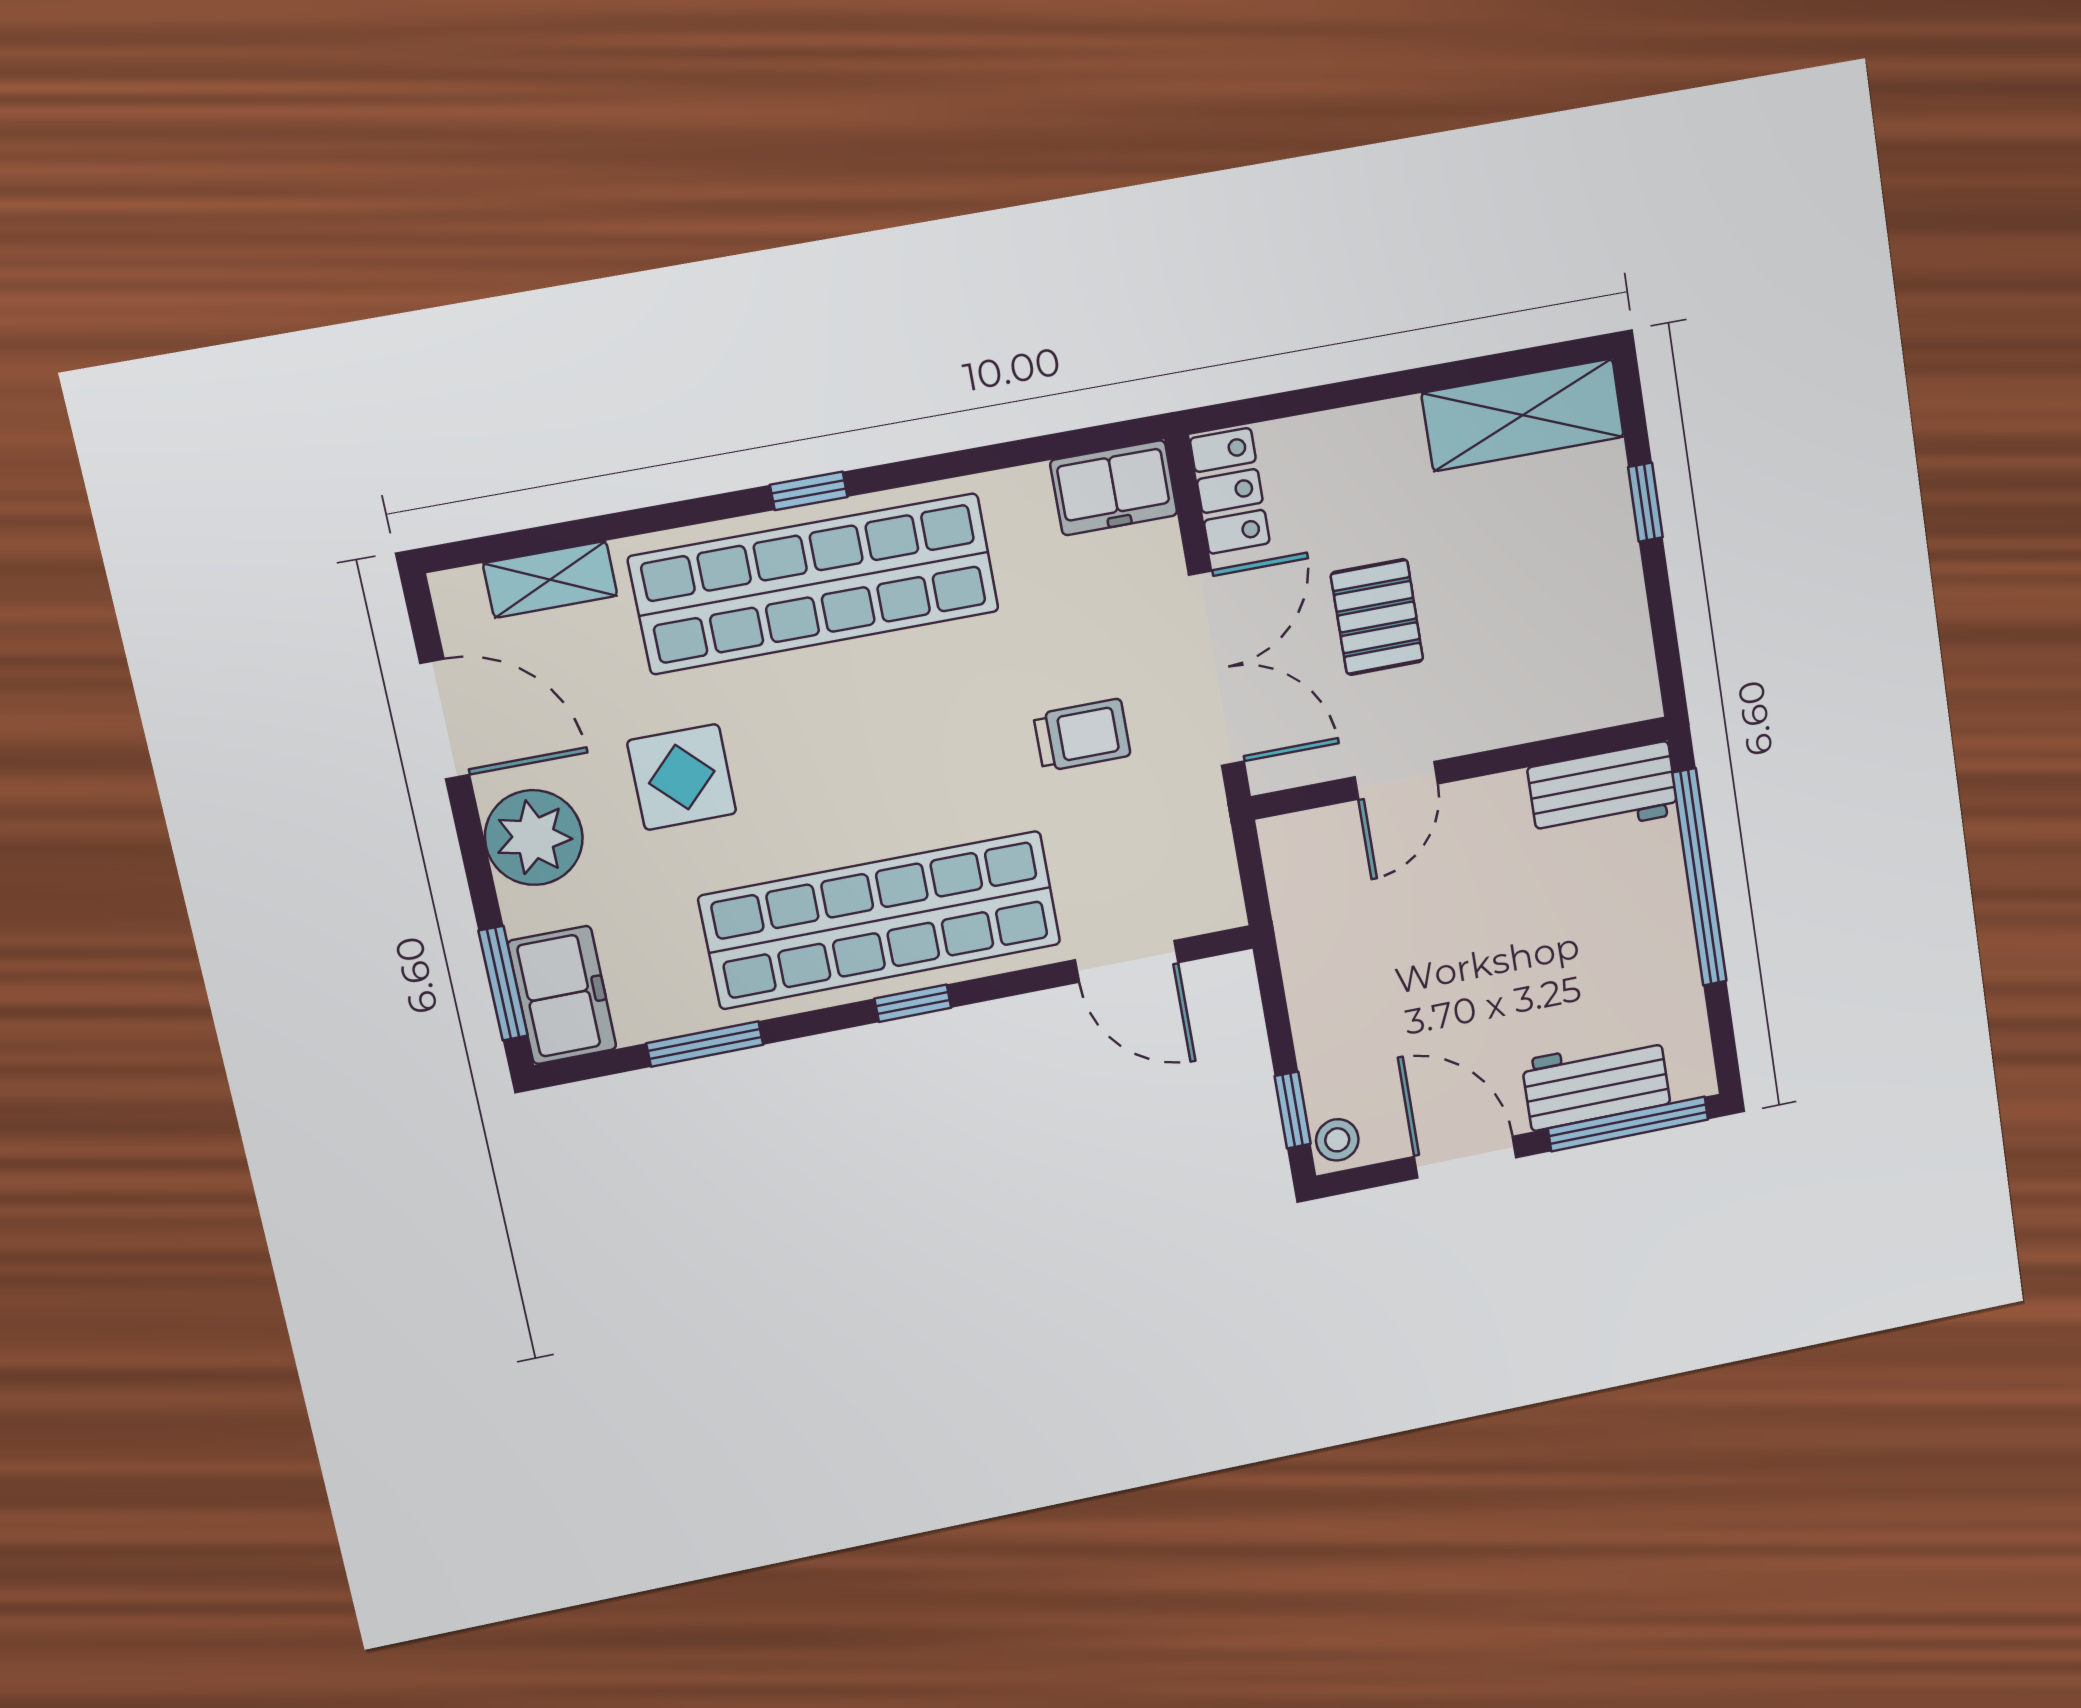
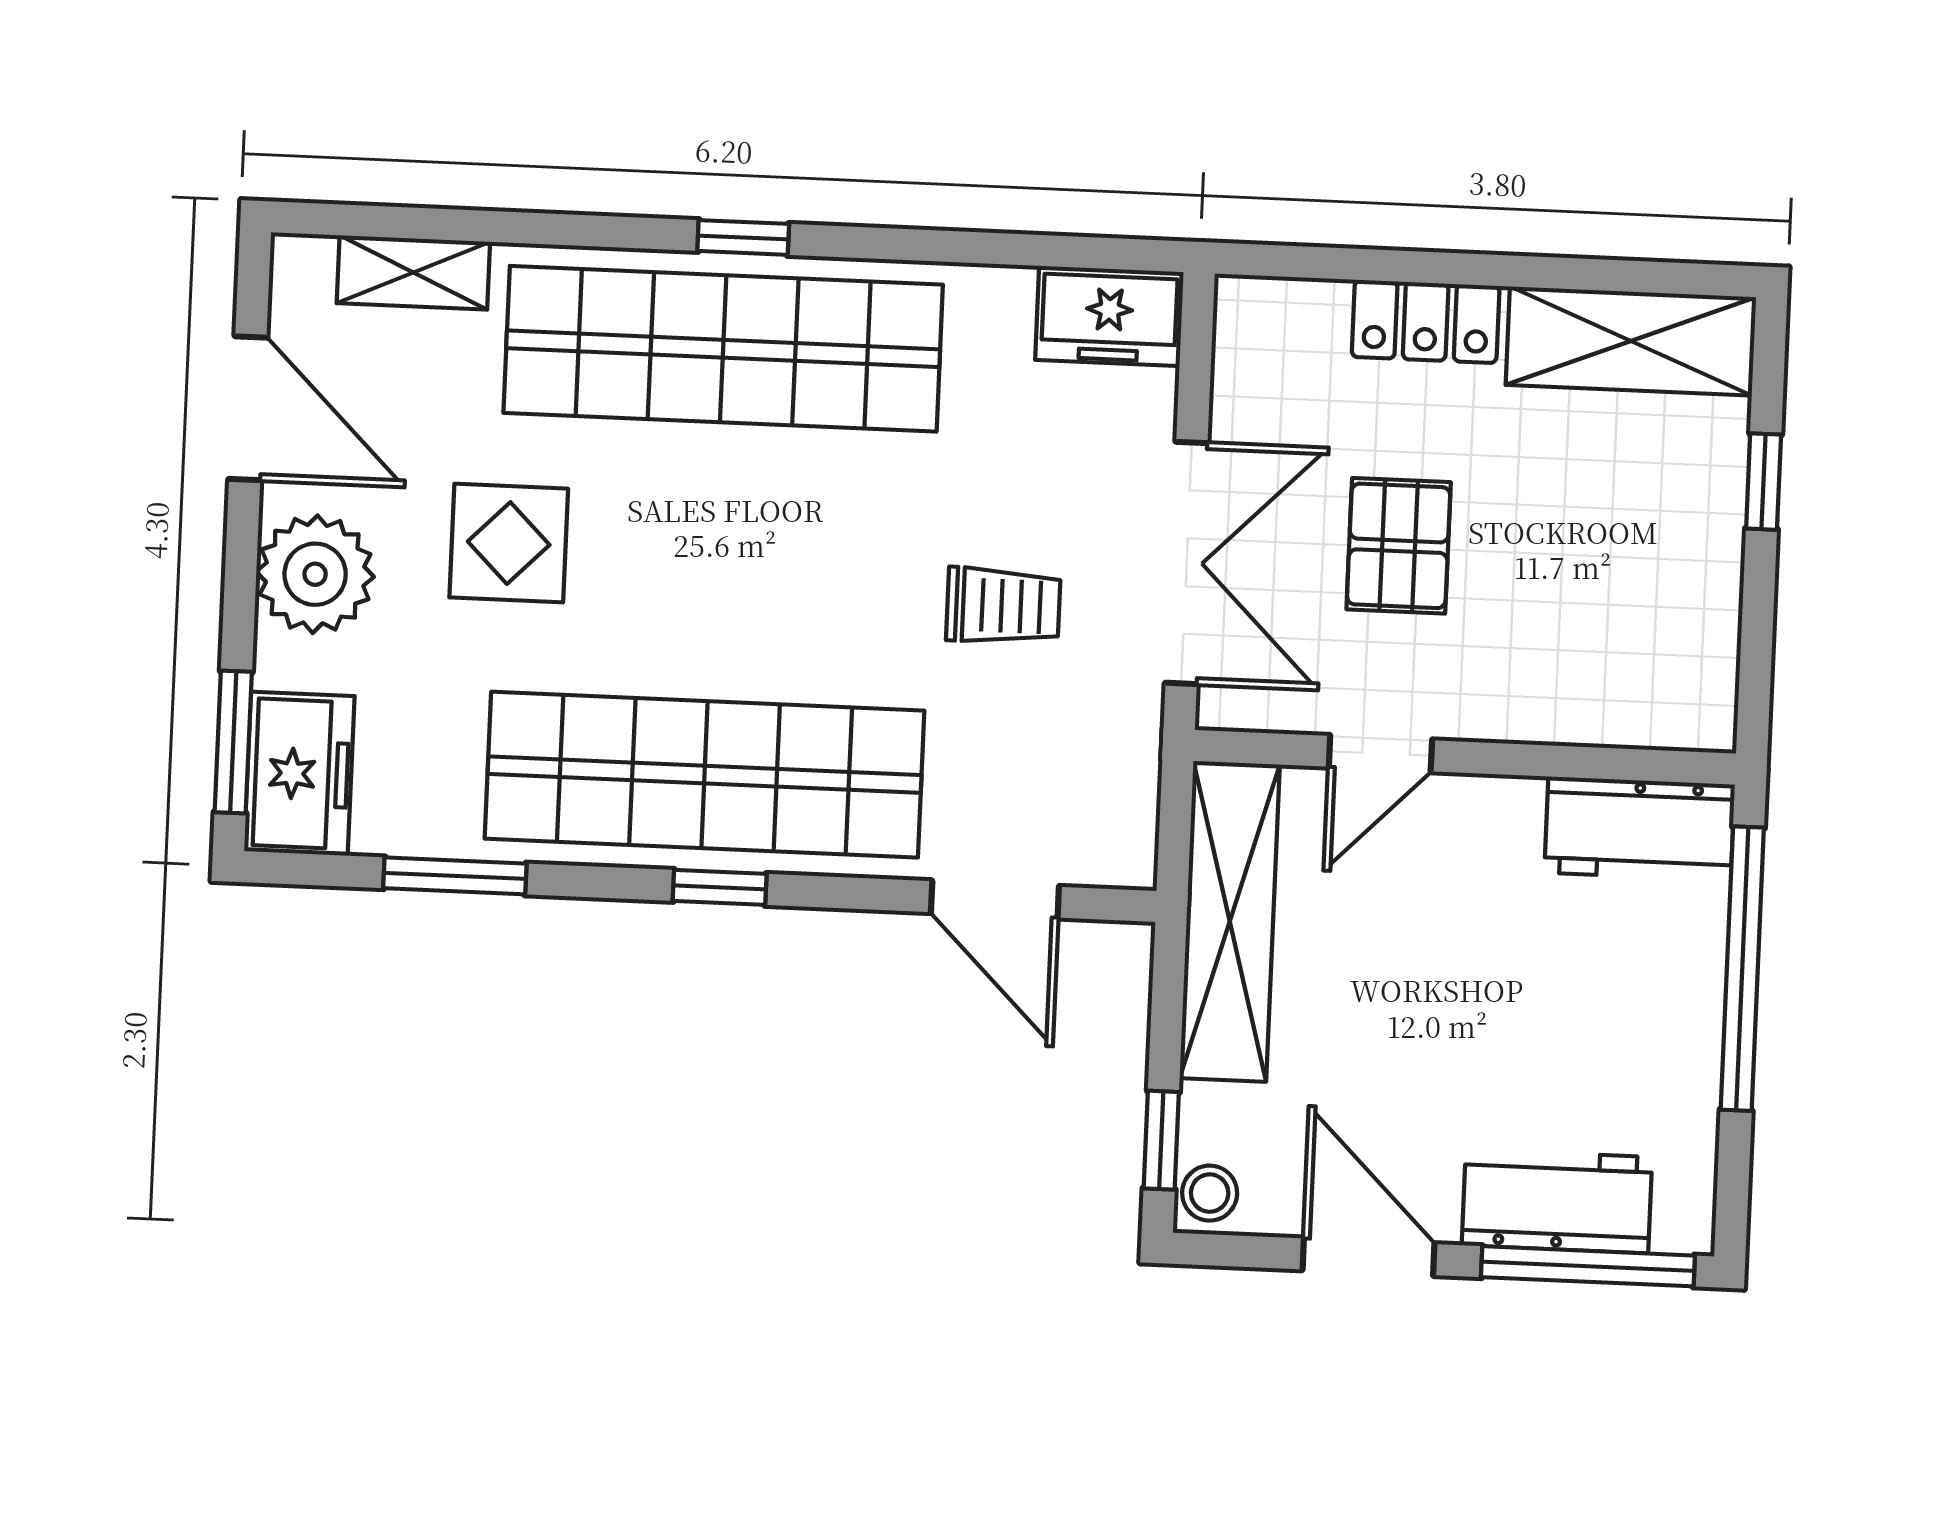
locker: (1230, 491) -> (1426, 321), moved, turned 90
shelving: (1309, 935) -> (1230, 921), added

